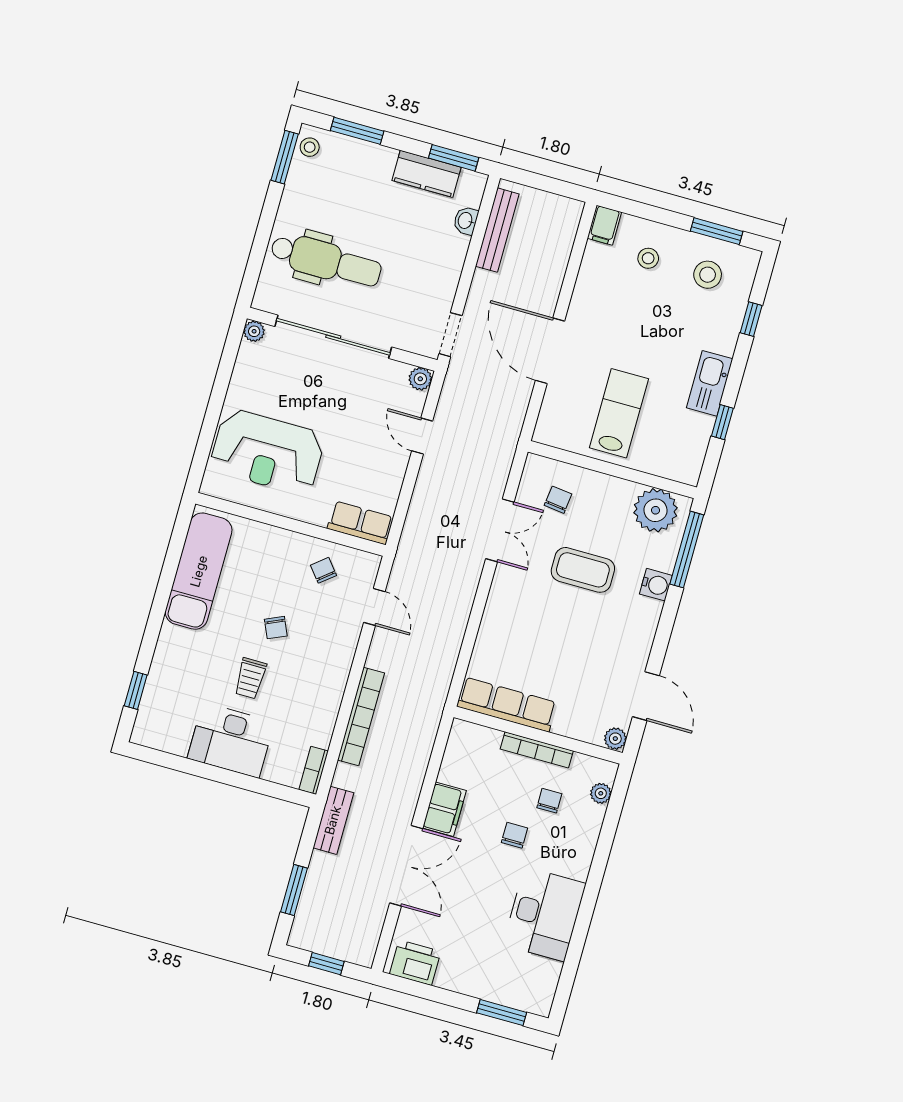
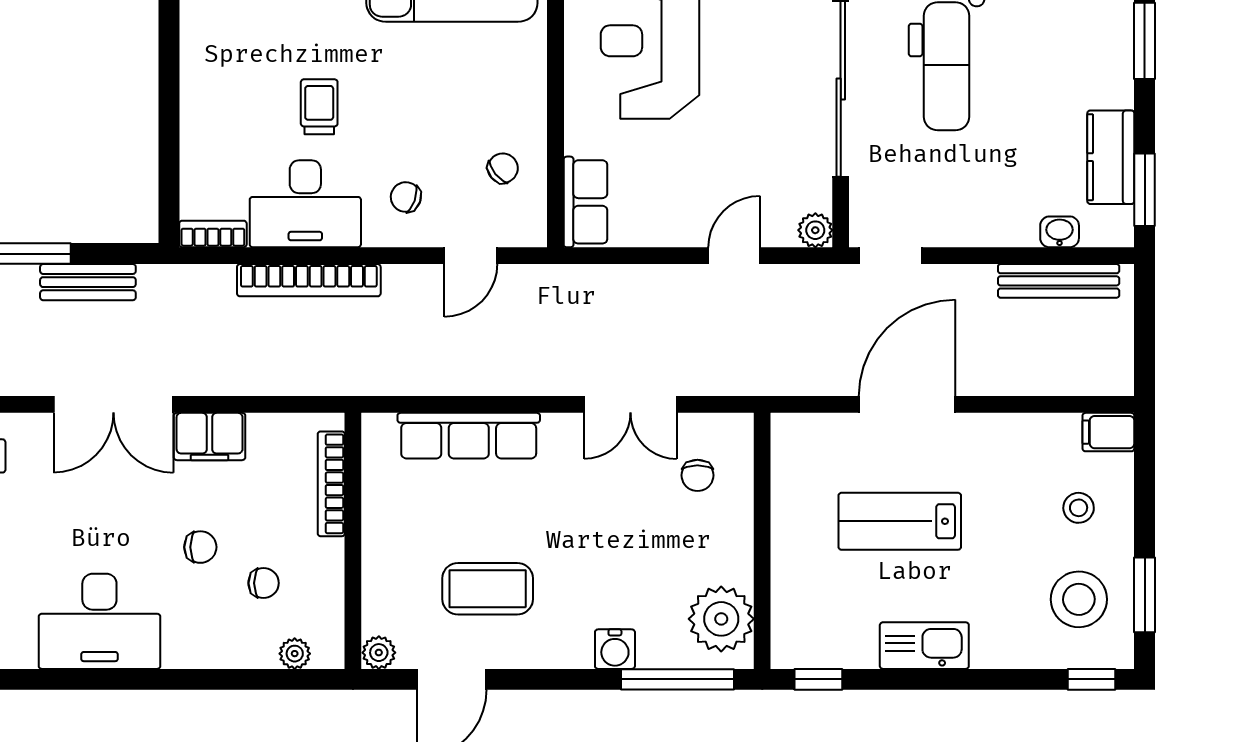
stool: (708, 275) -> (1079, 599), width x1.38, depth x1.38
window: (751, 319) -> (1092, 679), moved
lab bench: (619, 413) -> (900, 521), moved, turned 180
window: (722, 422) -> (818, 679), moved
chair: (558, 500) -> (697, 475), turned 83
coffee table: (583, 570) -> (488, 589), moved, turned 90
chair: (276, 628) -> (406, 197), moved, turned 44
trolley: (250, 678) -> (319, 107), turned 90
row of seats: (507, 704) -> (469, 436), moved, turned 90
desk: (231, 740) -> (305, 204), moved, turned -90
bookcase: (537, 750) -> (331, 484), moved
bench: (333, 820) -> (88, 282), moved

